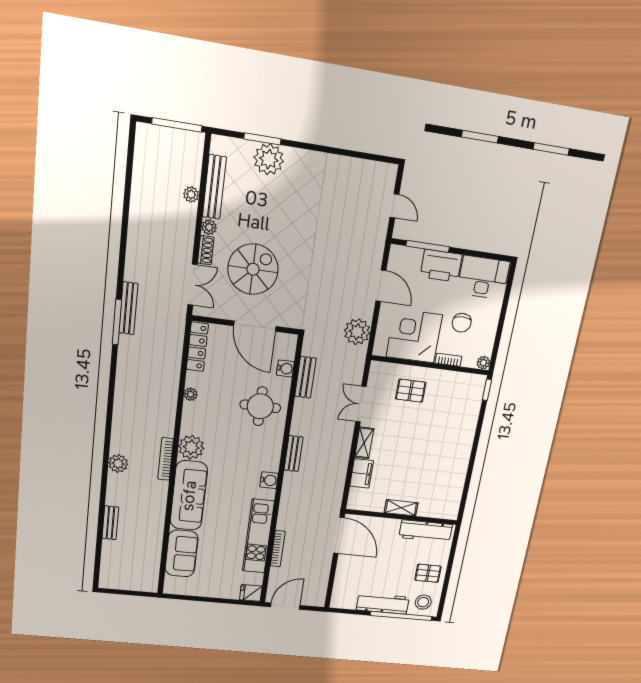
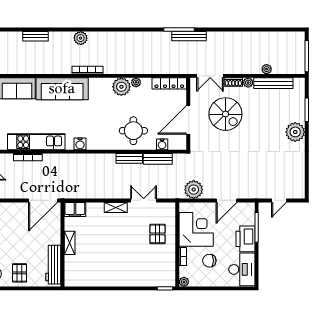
plant: (269, 159) -> (295, 132), moved
plant: (191, 447) -> (121, 87), moved
bench: (294, 454) -> (129, 158), moved
filing cabinet: (362, 473) -> (75, 209), moved

